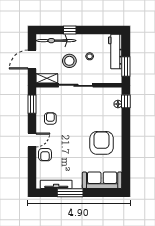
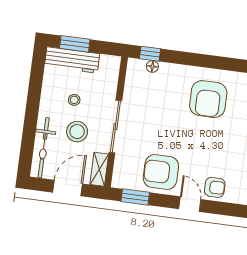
window: (70, 30) -> (30, 125), removed
door: (32, 60) -> (68, 188), swing flipped
window: (126, 66) -> (75, 44), moved
armchair: (50, 119) -> (161, 172), width x1.88, depth x1.88
armchair: (102, 143) -> (208, 99), turned -90

